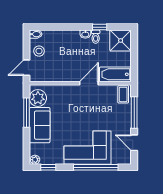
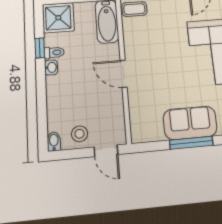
door: (89, 83) -> (124, 74), moved
plant: (38, 98) -> (150, 129), removed
window: (27, 113) -> (191, 143), moved

